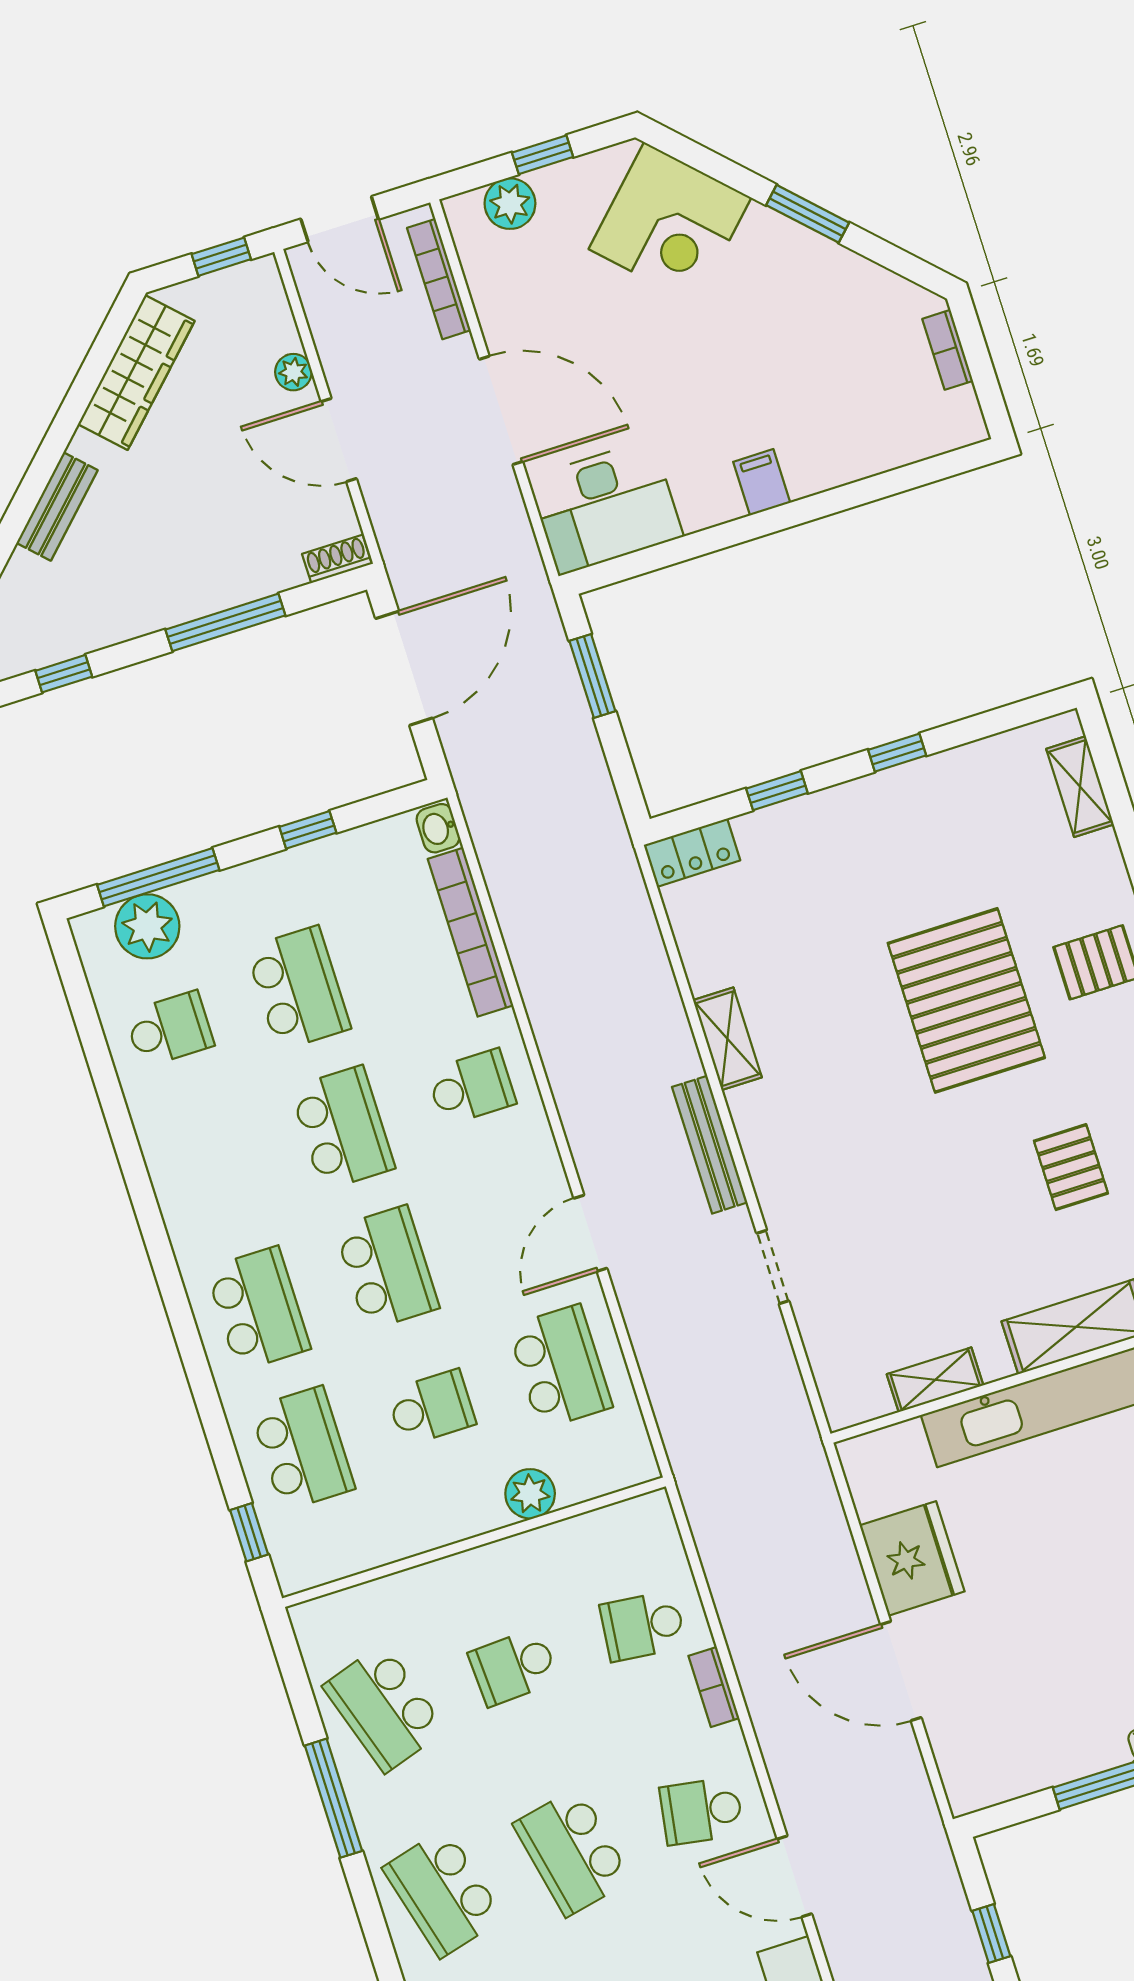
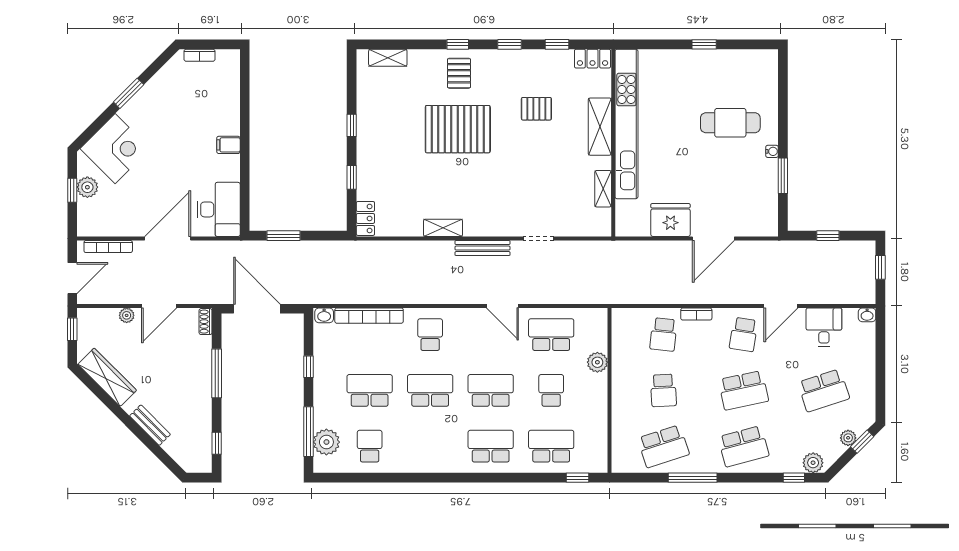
plant: (510, 204) -> (87, 187), moved

